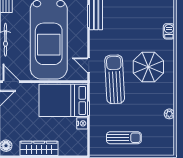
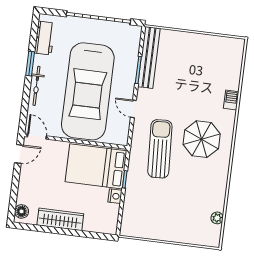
door: (89, 65) -> (133, 109), moved
plant: (169, 114) -> (217, 218), moved
sun lounger: (124, 138) -> (162, 219), removed

